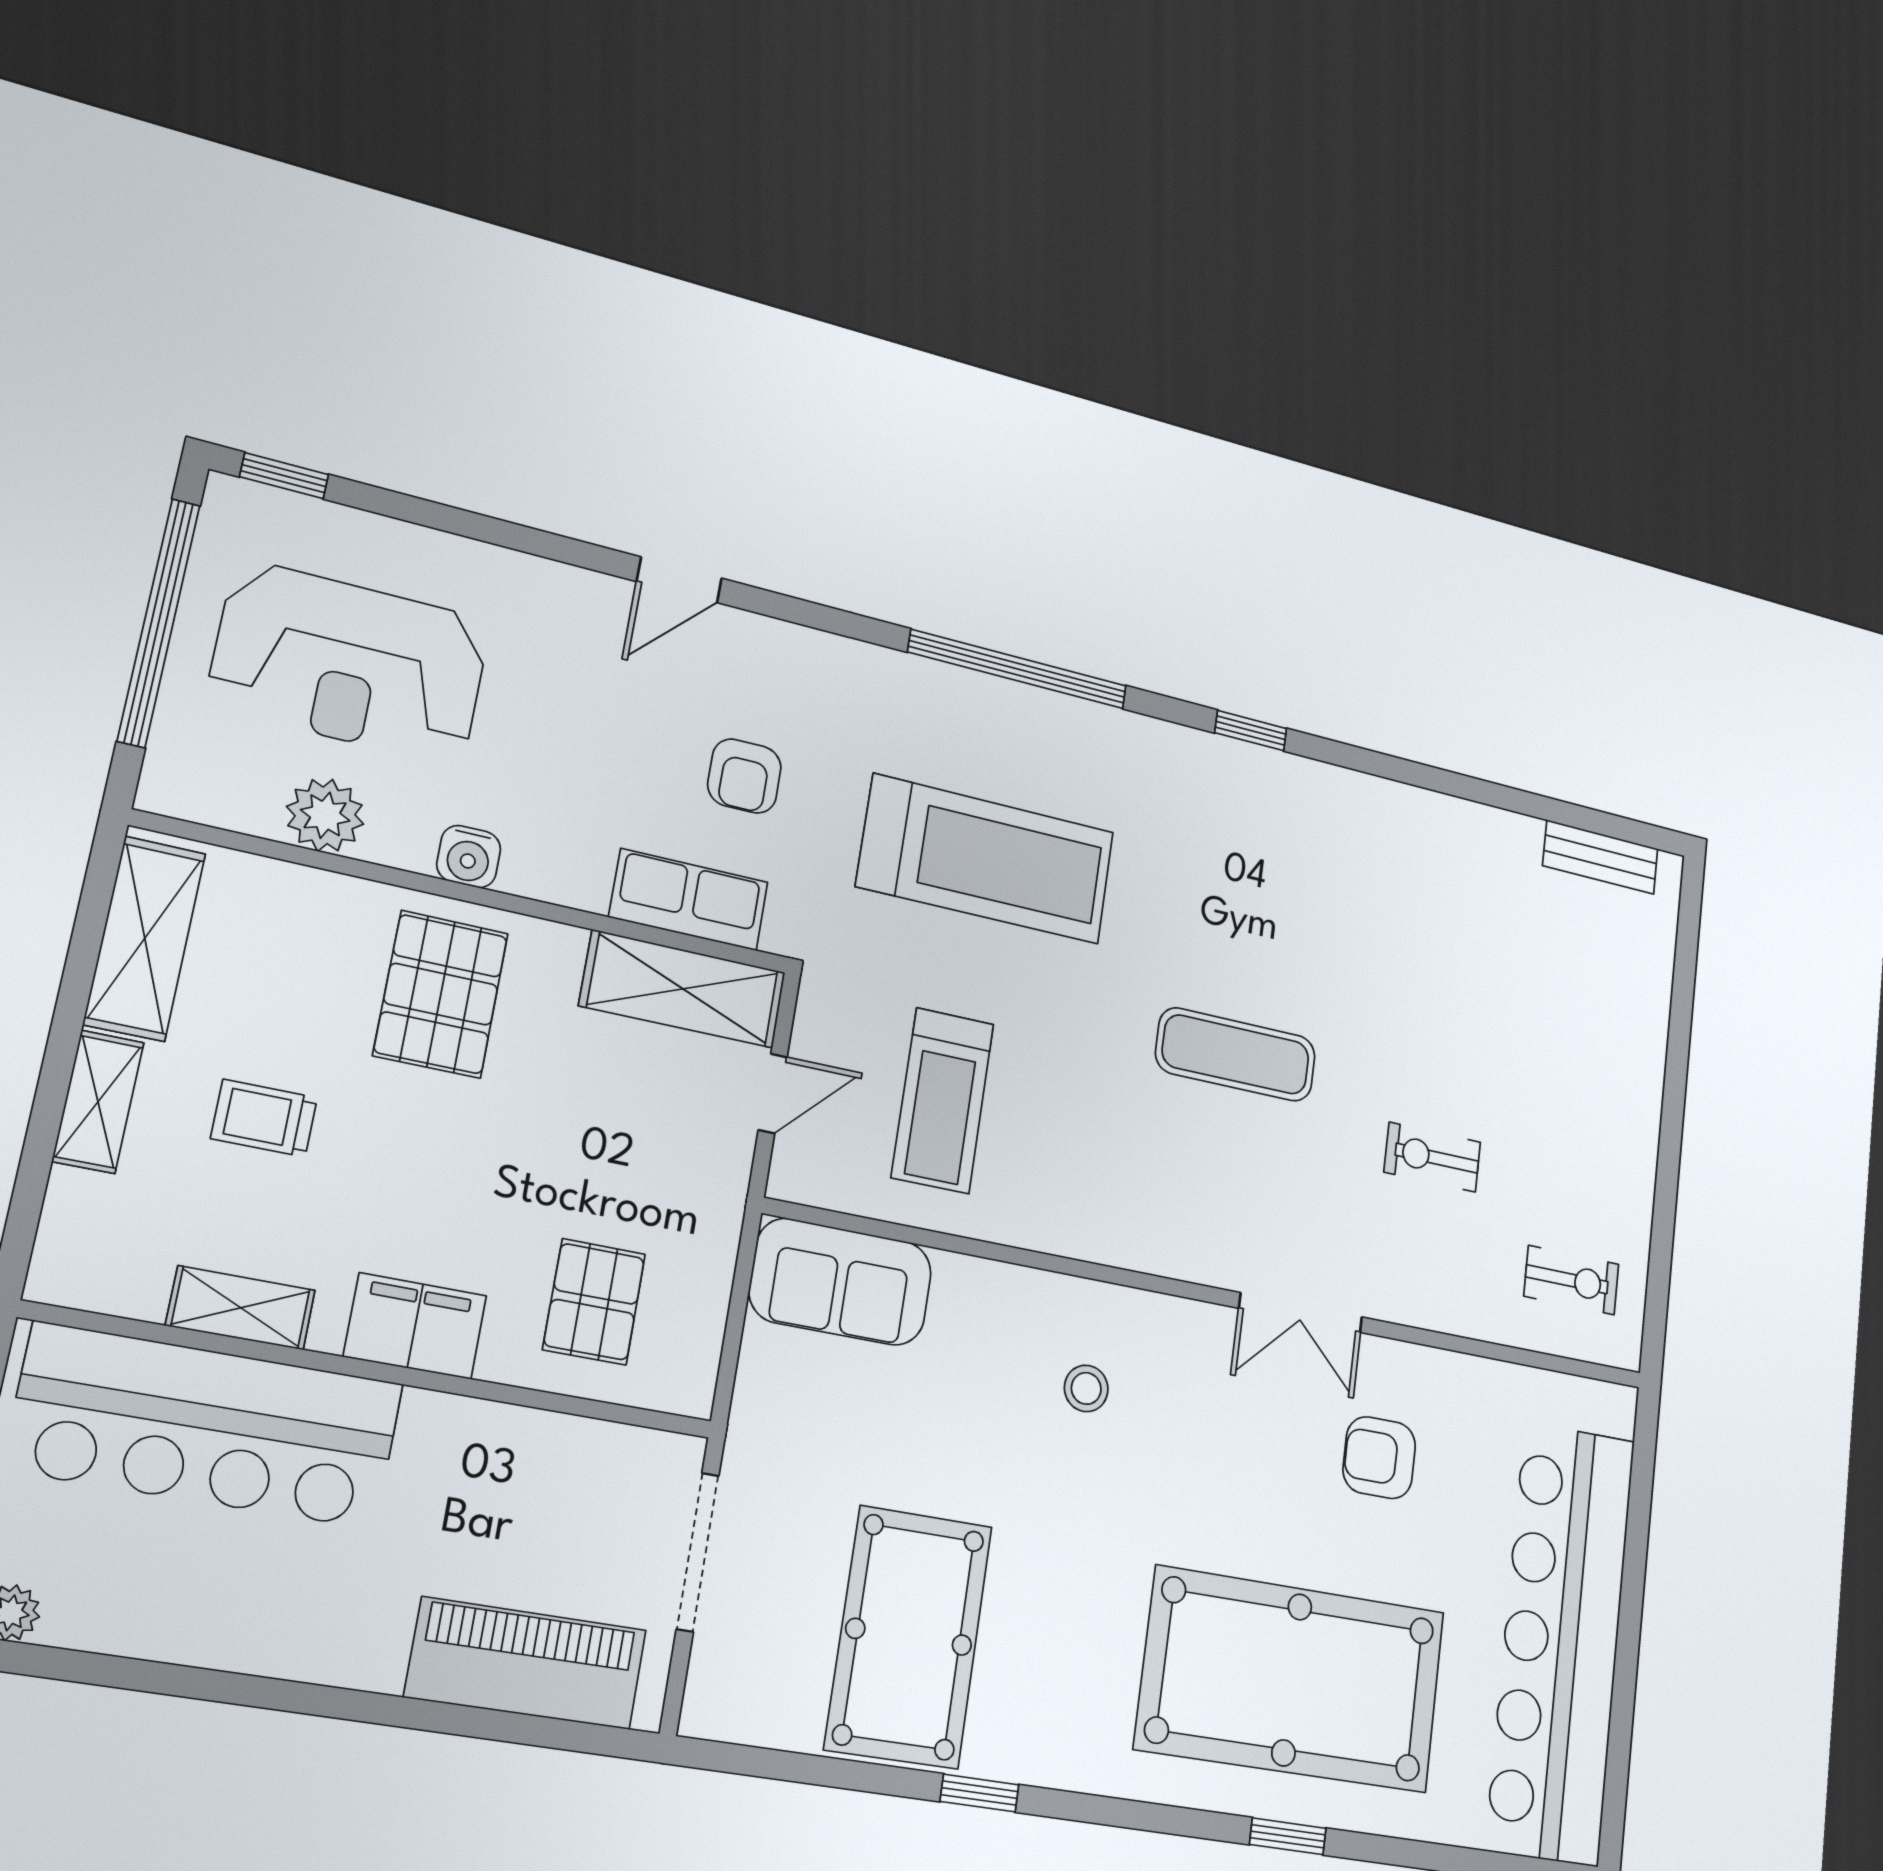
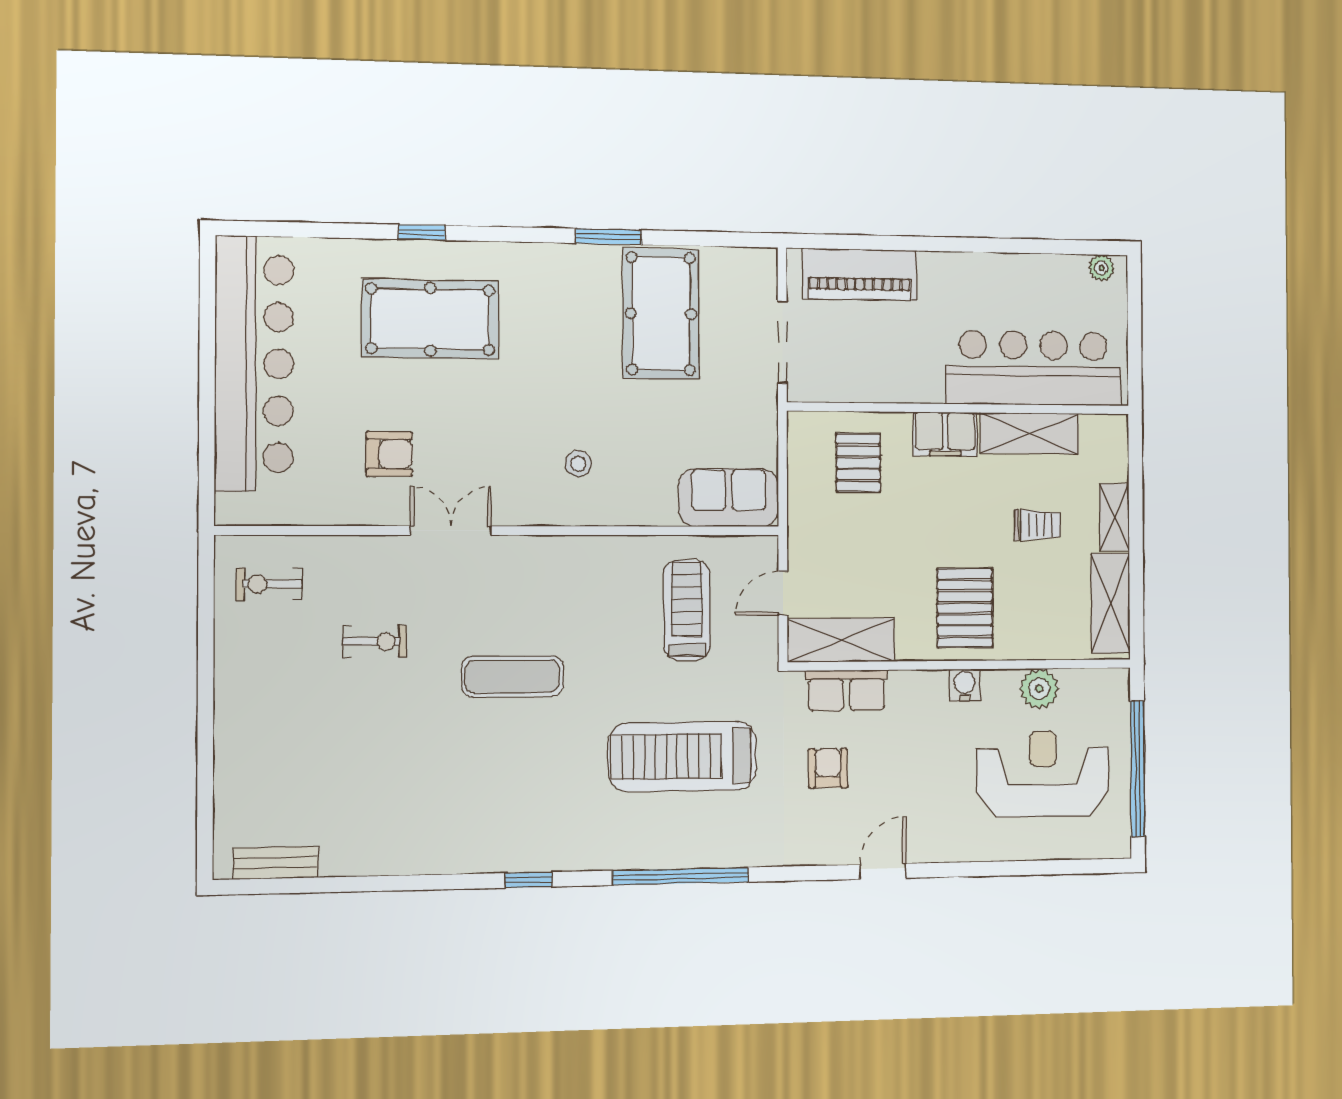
window: (284, 476) -> (1095, 866), removed
shelving: (241, 1308) -> (1029, 433), width x1.50, depth x1.33
pool table: (1292, 1680) -> (430, 319), width x0.73, depth x0.76
window: (979, 1793) -> (609, 237), width x1.50

